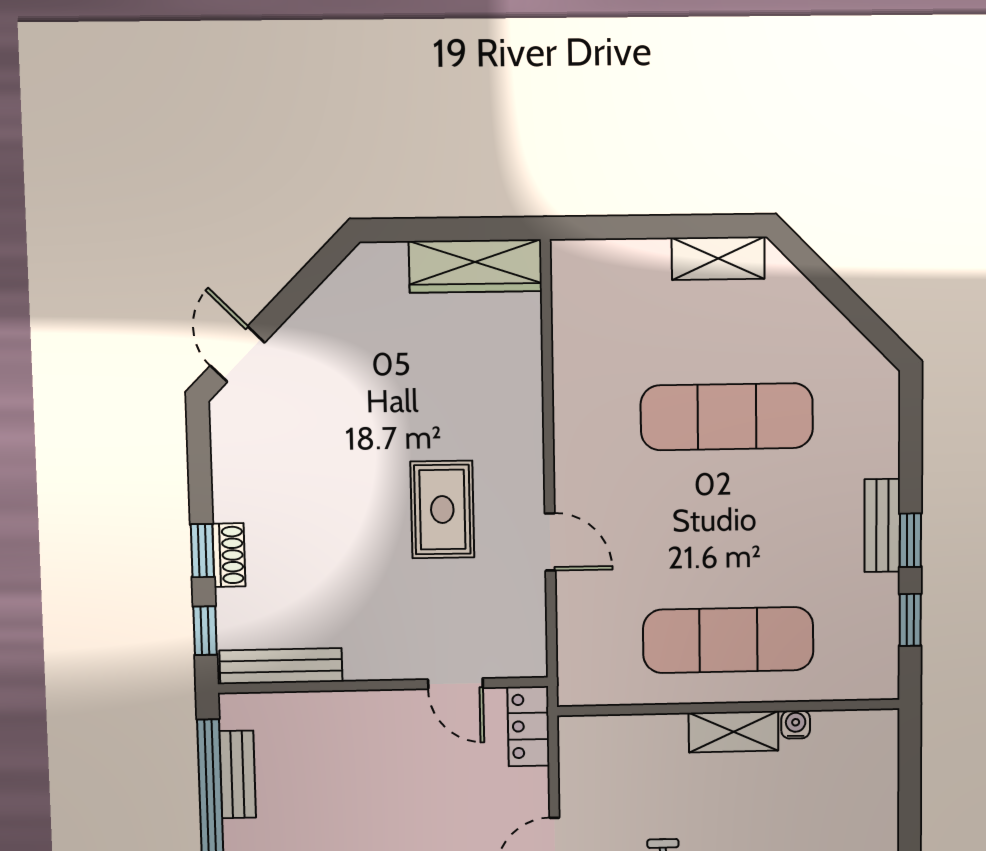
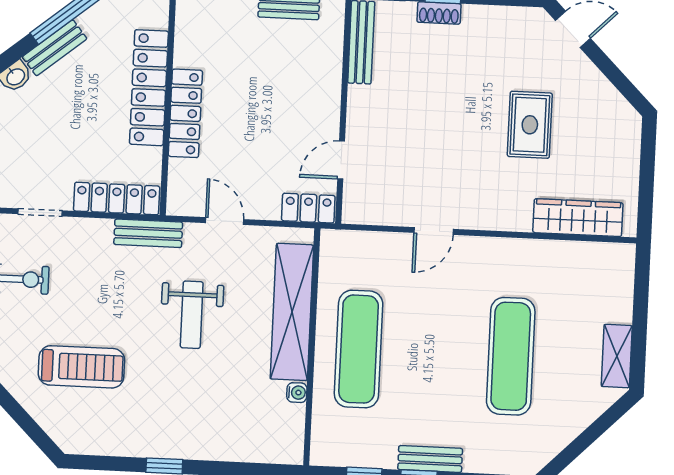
wardrobe: (475, 266) -> (578, 218), moved, turned 90
rug: (442, 509) -> (530, 125), moved, turned 90
shelving: (734, 732) -> (292, 312), width x2.20, depth x1.33

